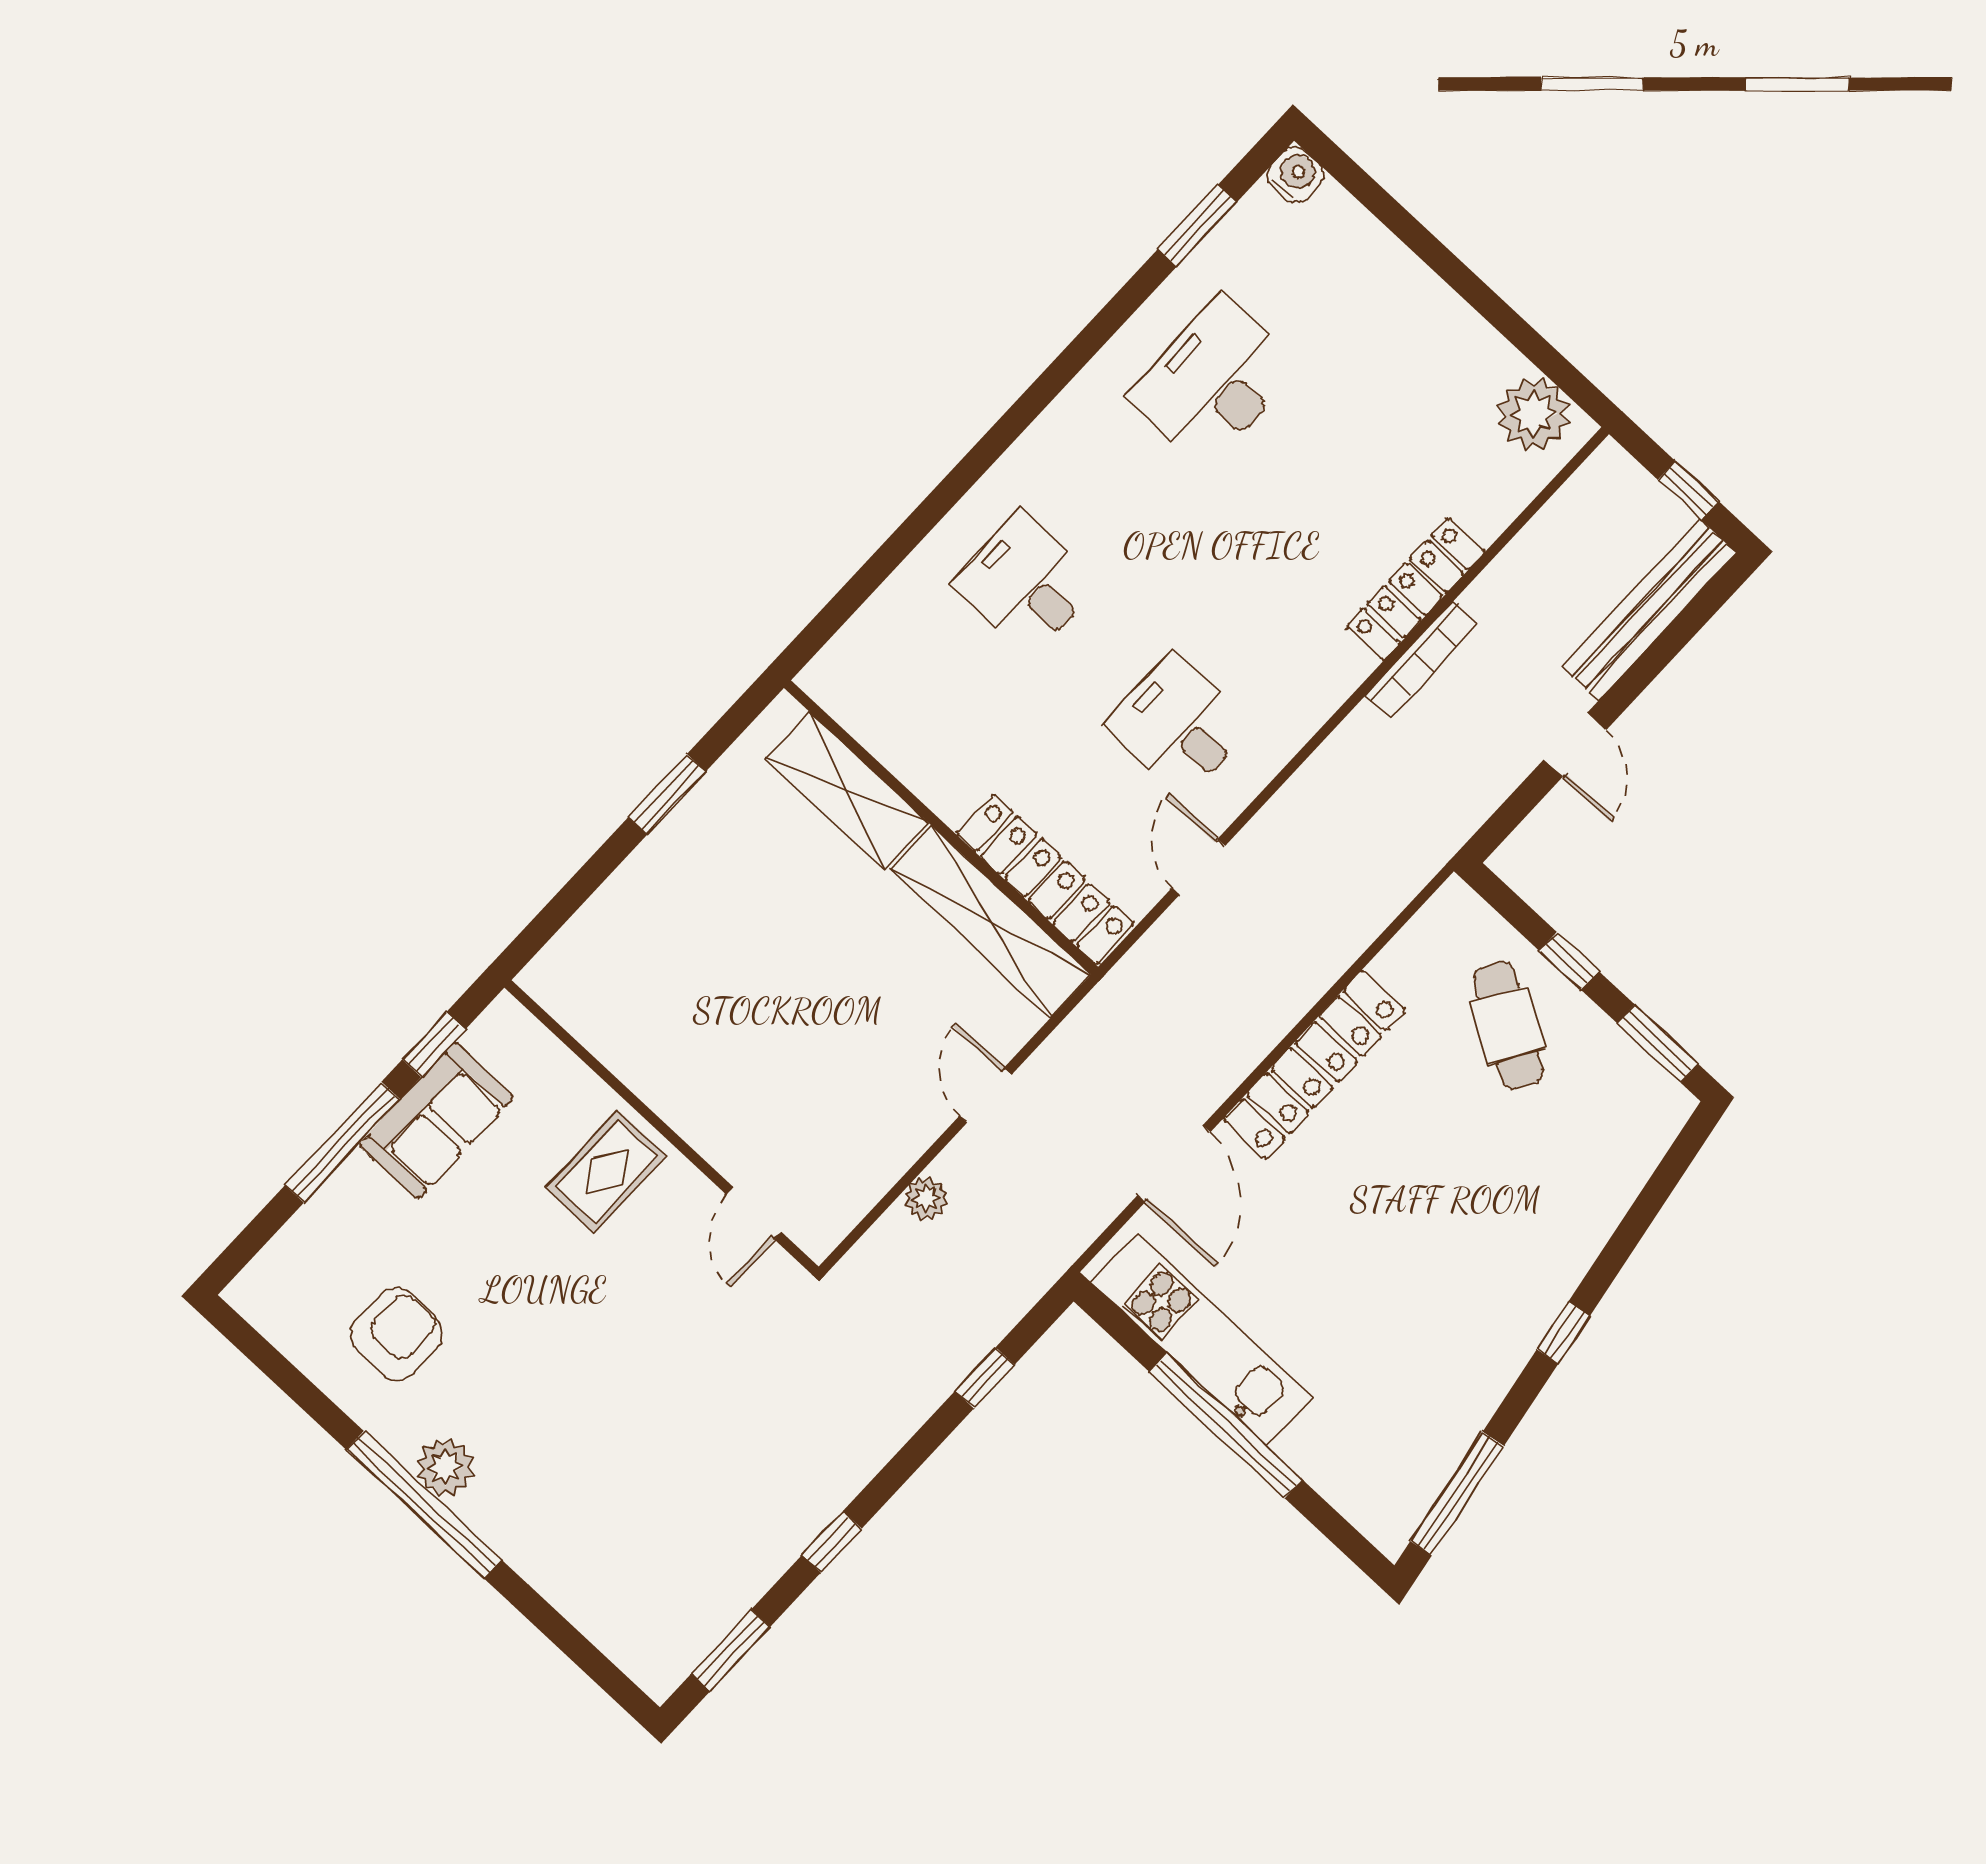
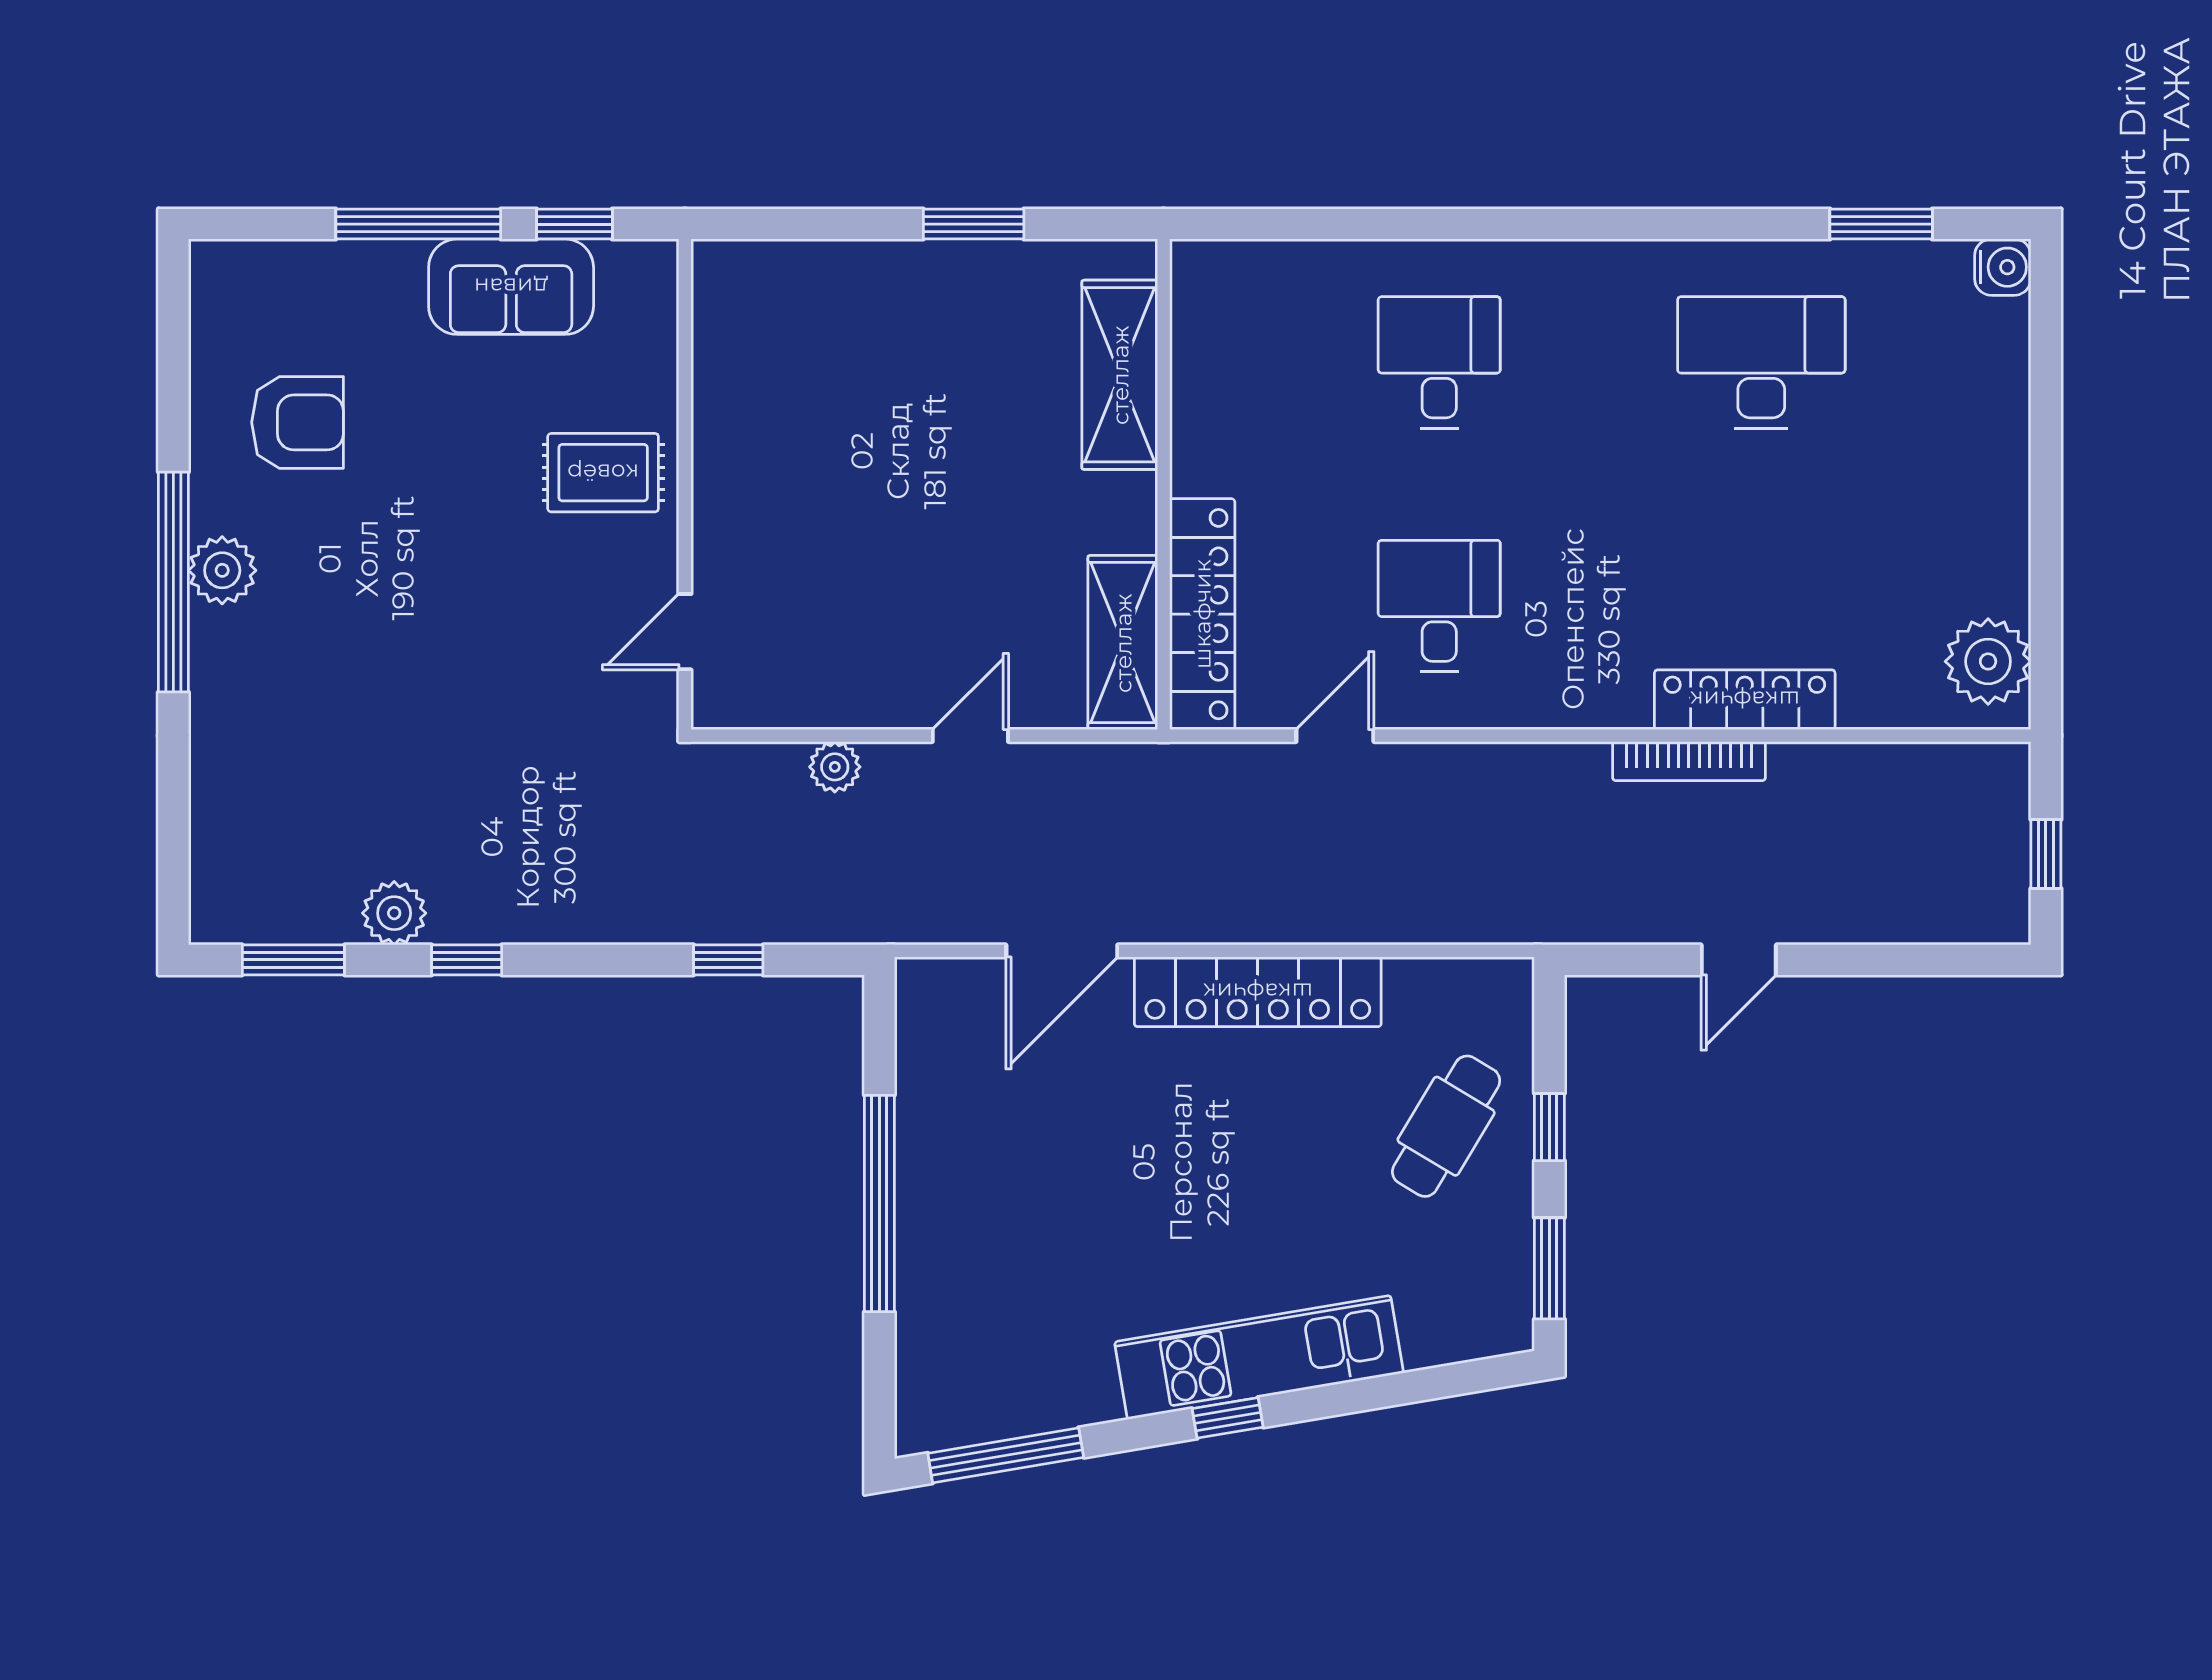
bench: (1649, 610) -> (1913, 915), removed
shelving: (991, 922) -> (1123, 643), width x0.68
kitchen unit: (1202, 1339) -> (1259, 1357), moved, turned -100
plant: (760, 1560) -> (394, 913), added

